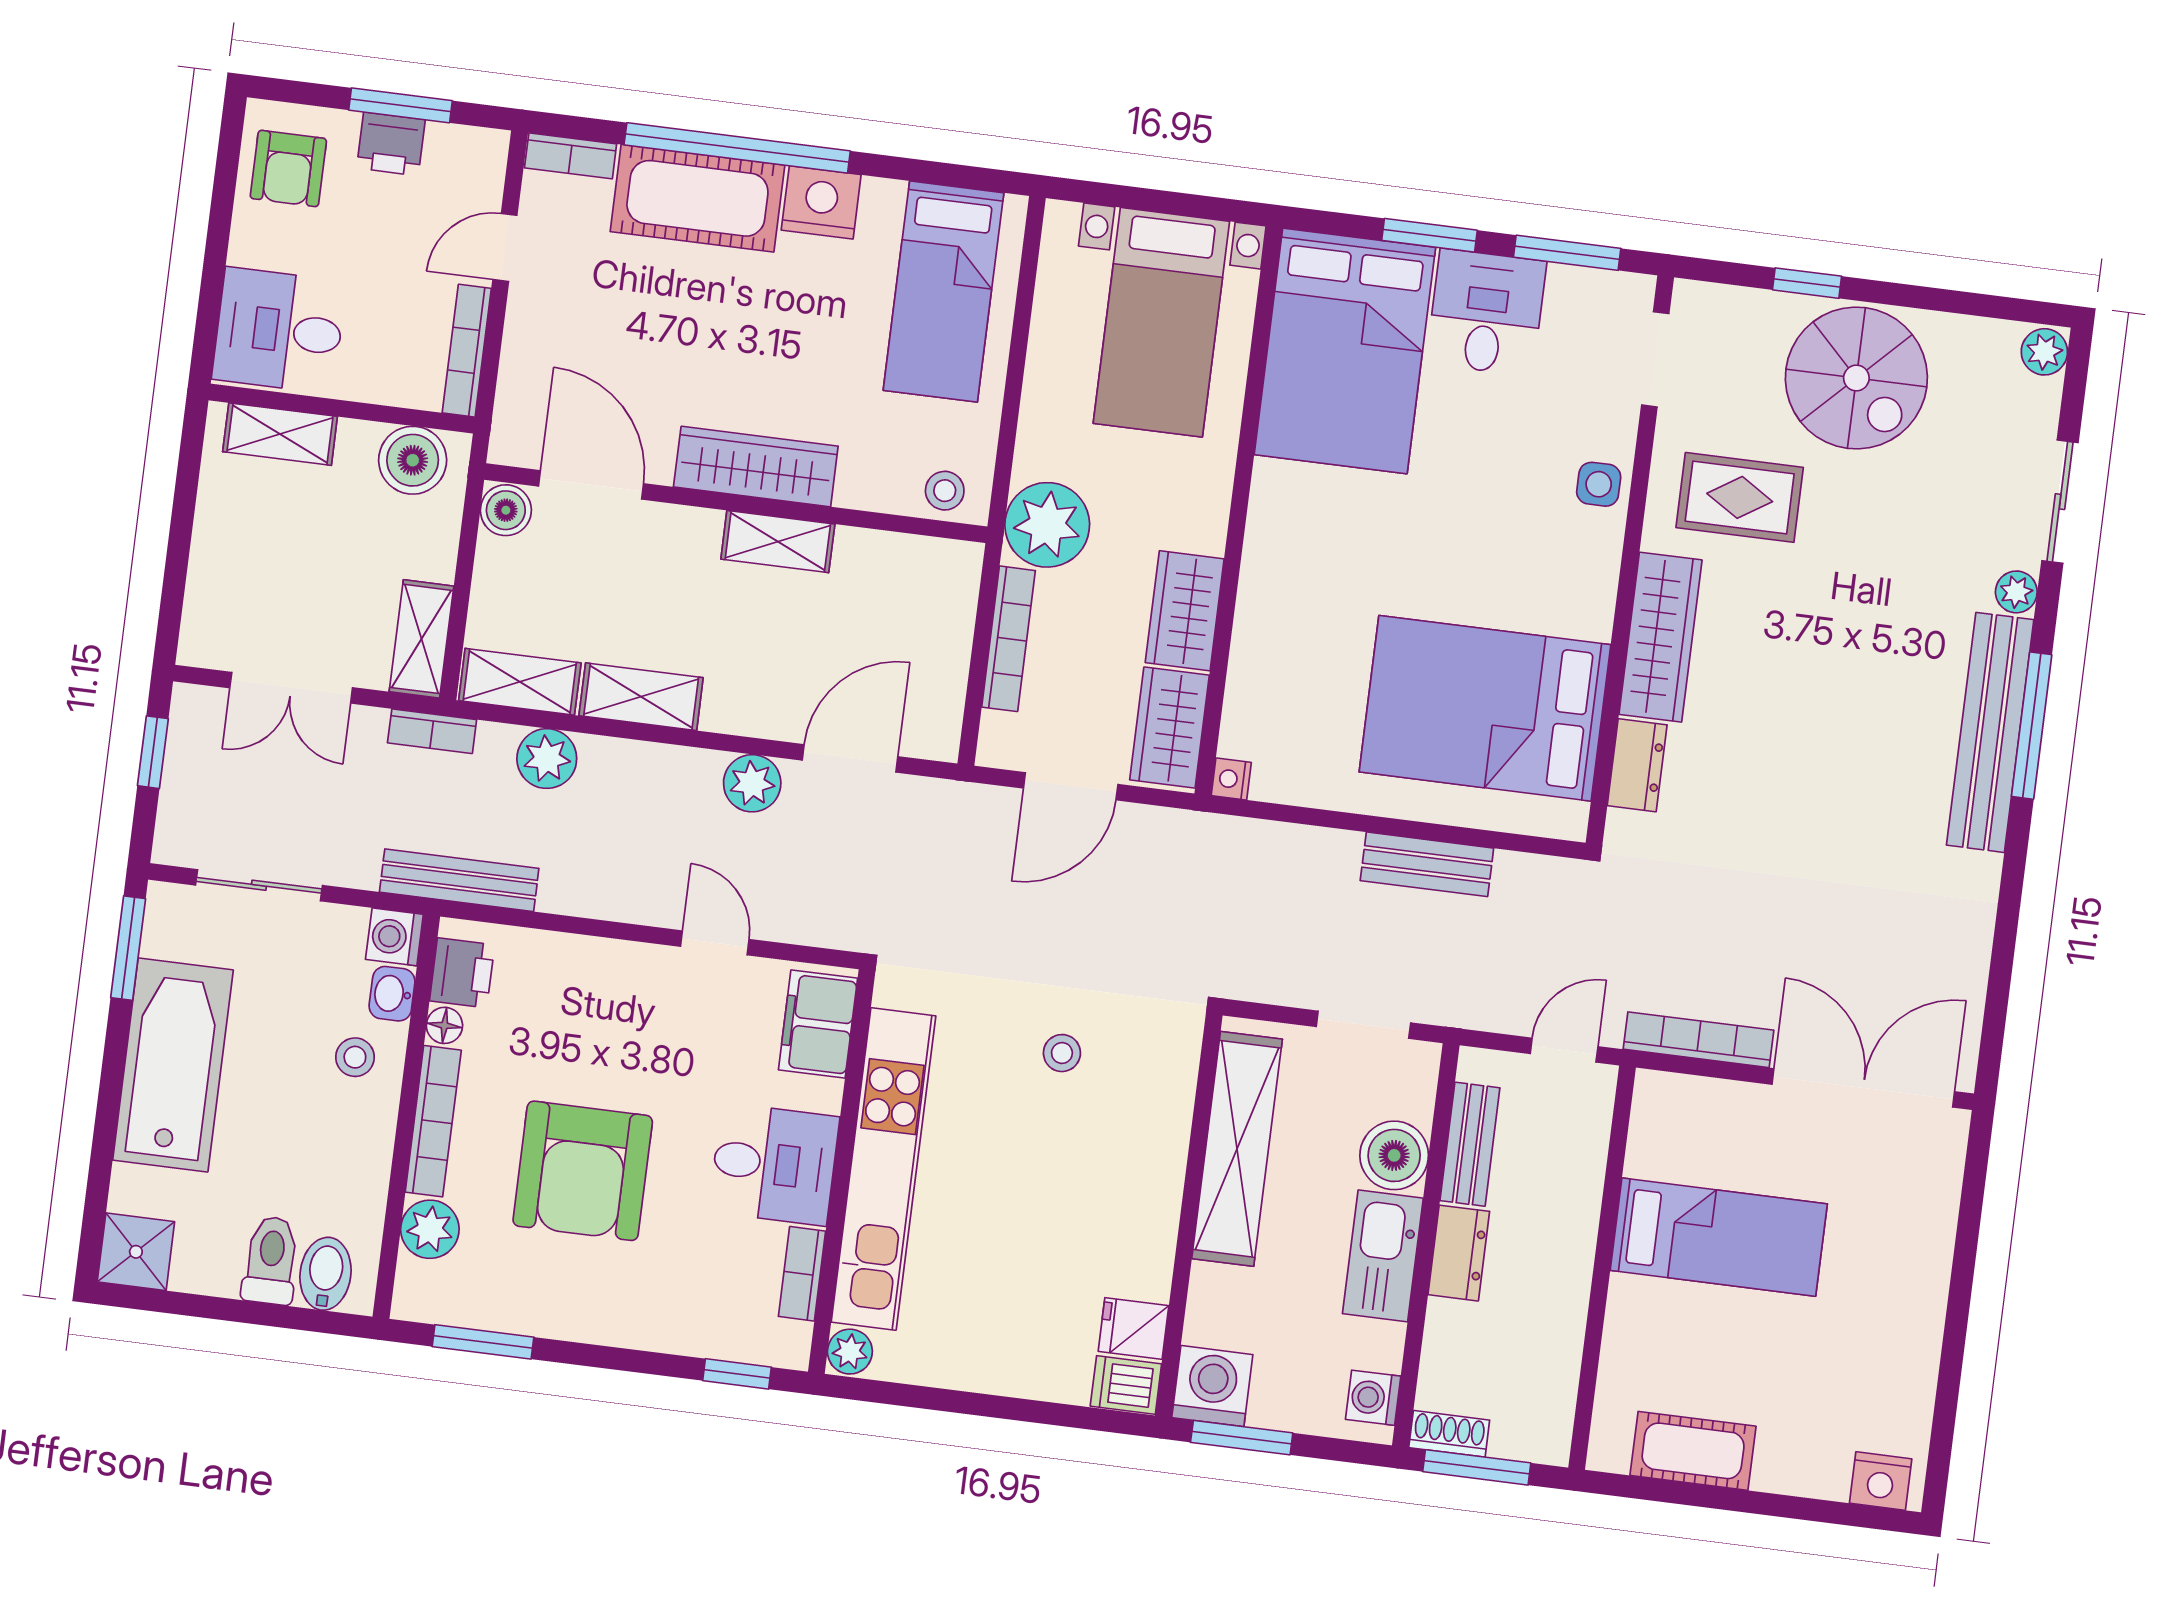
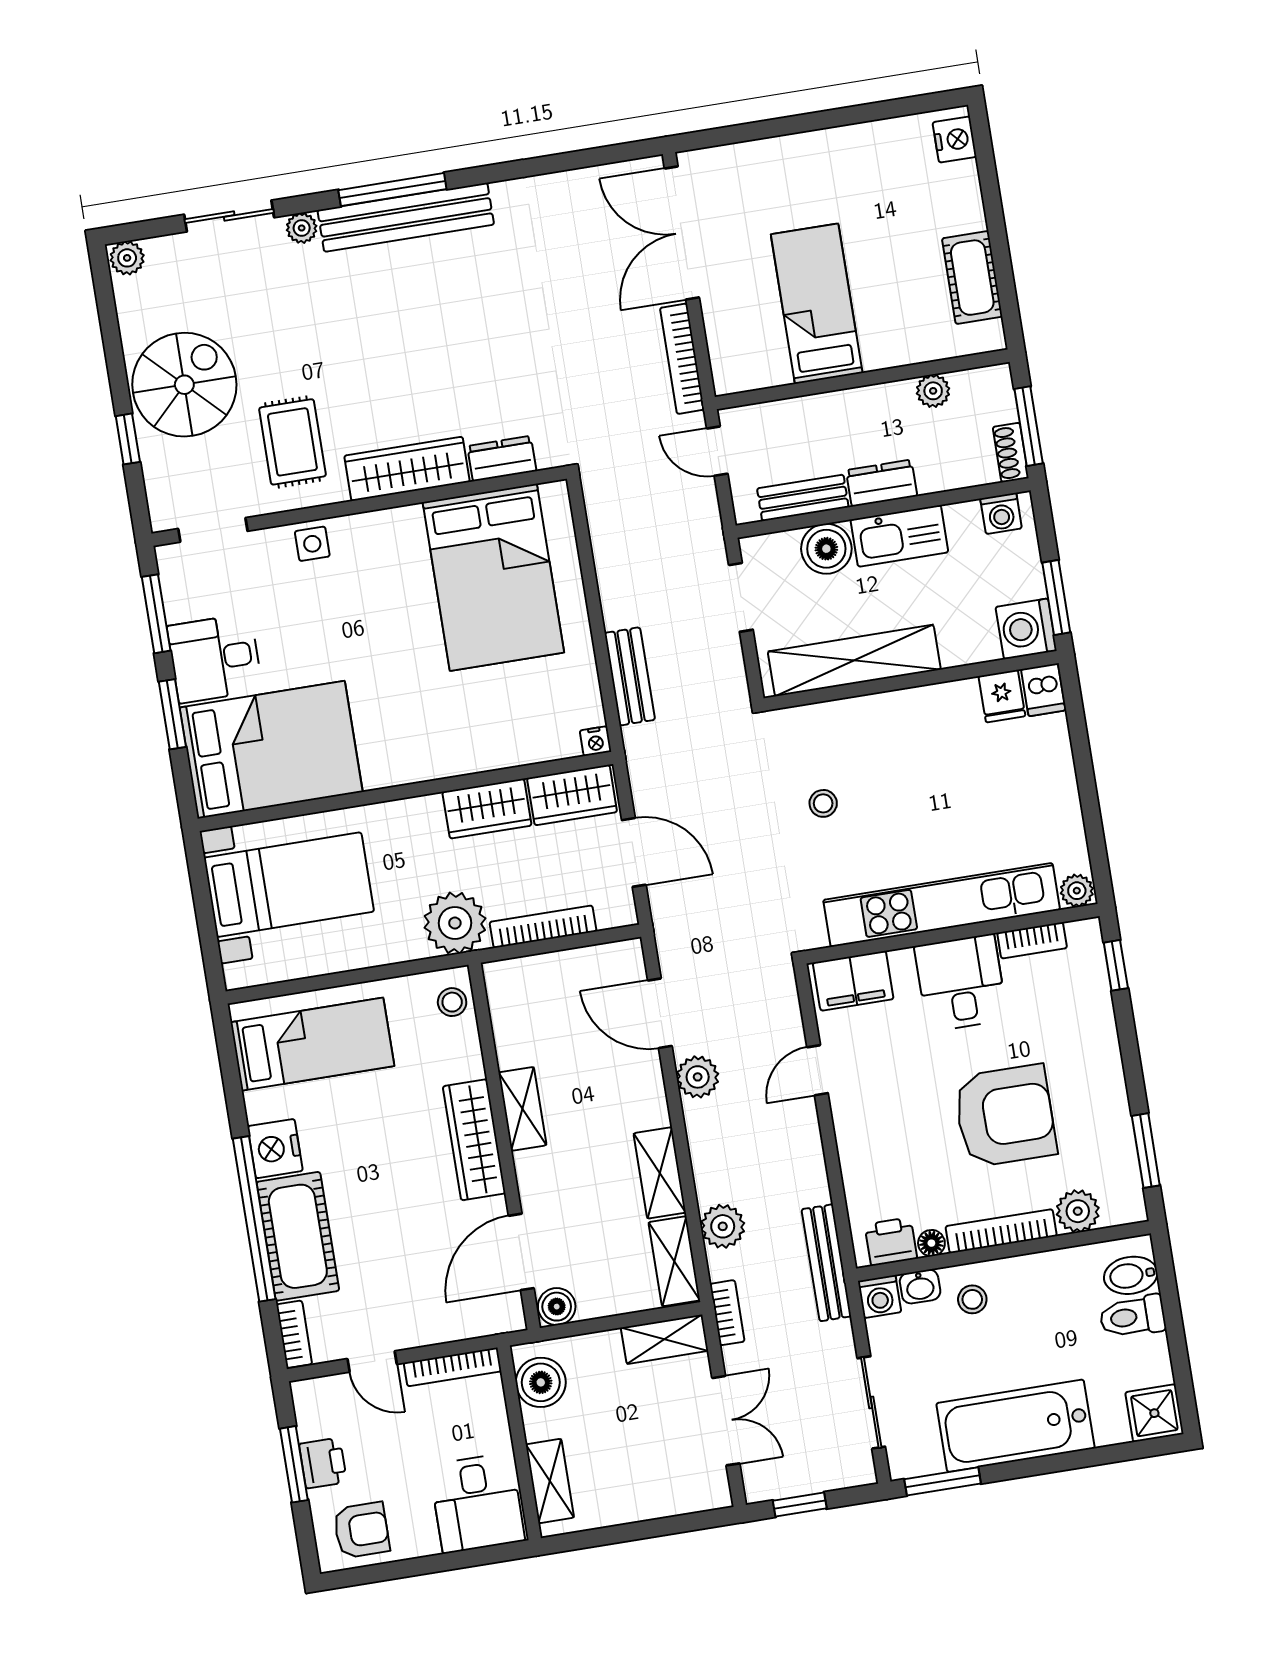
bench: (1427, 864) -> (630, 676), moved
plant: (1560, 1356) -> (933, 391), added

